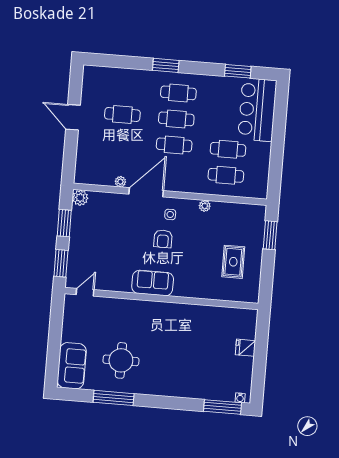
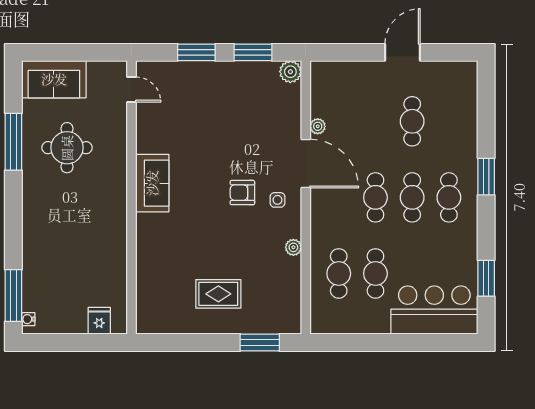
sofa: (153, 283) -> (152, 183), moved
door: (85, 292) -> (132, 89), moved
wall: (162, 298) -> (132, 197), moved

